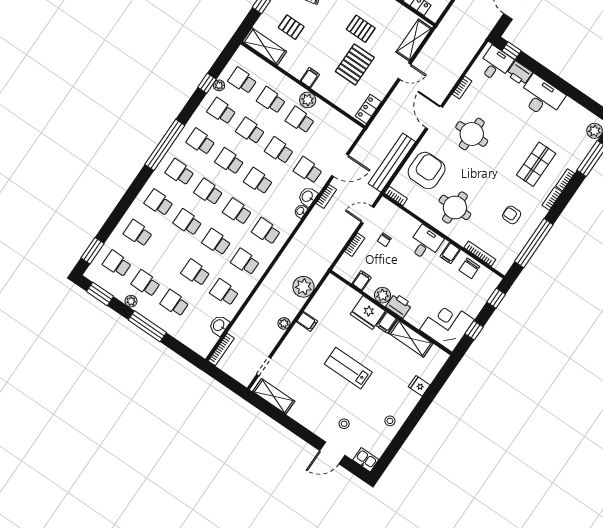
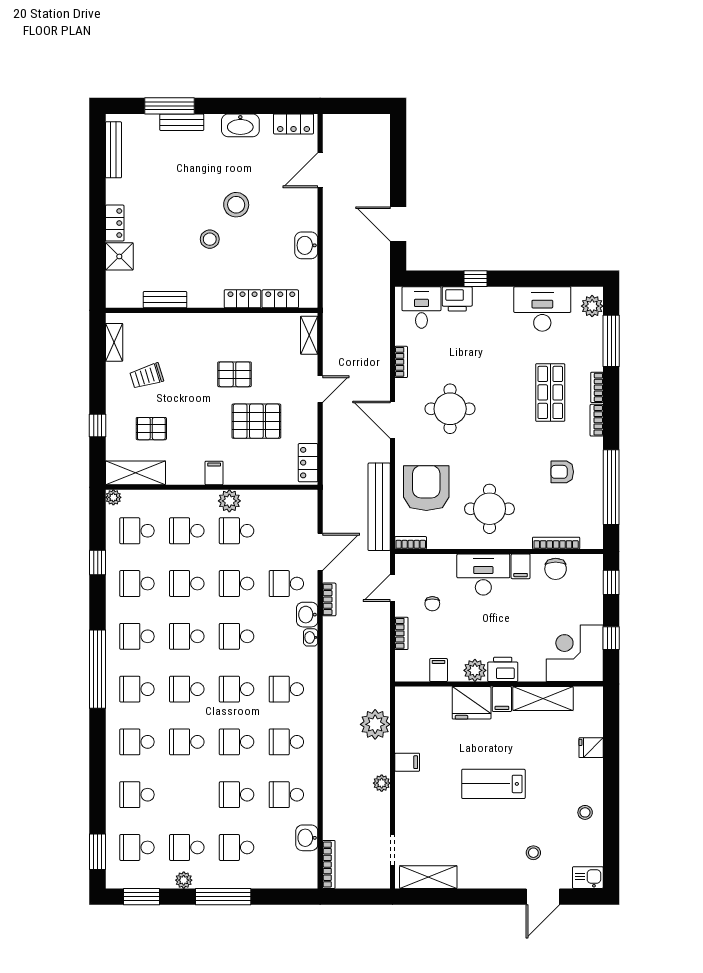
shelving: (414, 40) -> (309, 335), width x0.67, depth x0.75
window: (512, 51) -> (475, 279), moved
pallet: (355, 64) -> (256, 421), turned 90
plant: (219, 85) -> (113, 497), moved
desk: (541, 97) -> (542, 309), moved
desk: (425, 243) -> (483, 575), width x1.37

